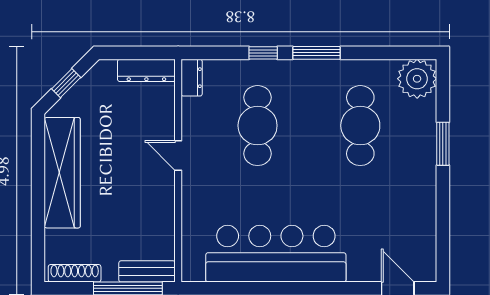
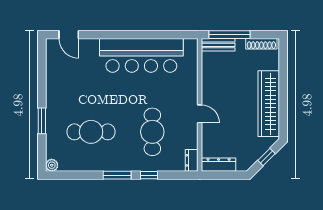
plant: (417, 79) -> (52, 165), width x0.53, depth x0.53
cafe table: (360, 126) -> (91, 132), turned 90

